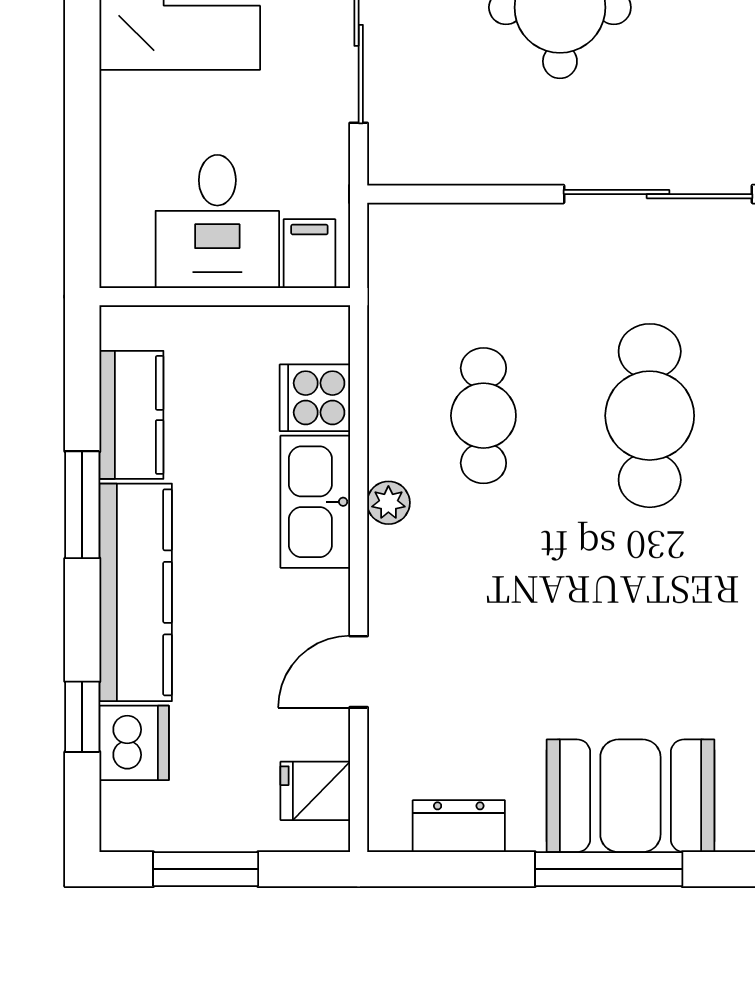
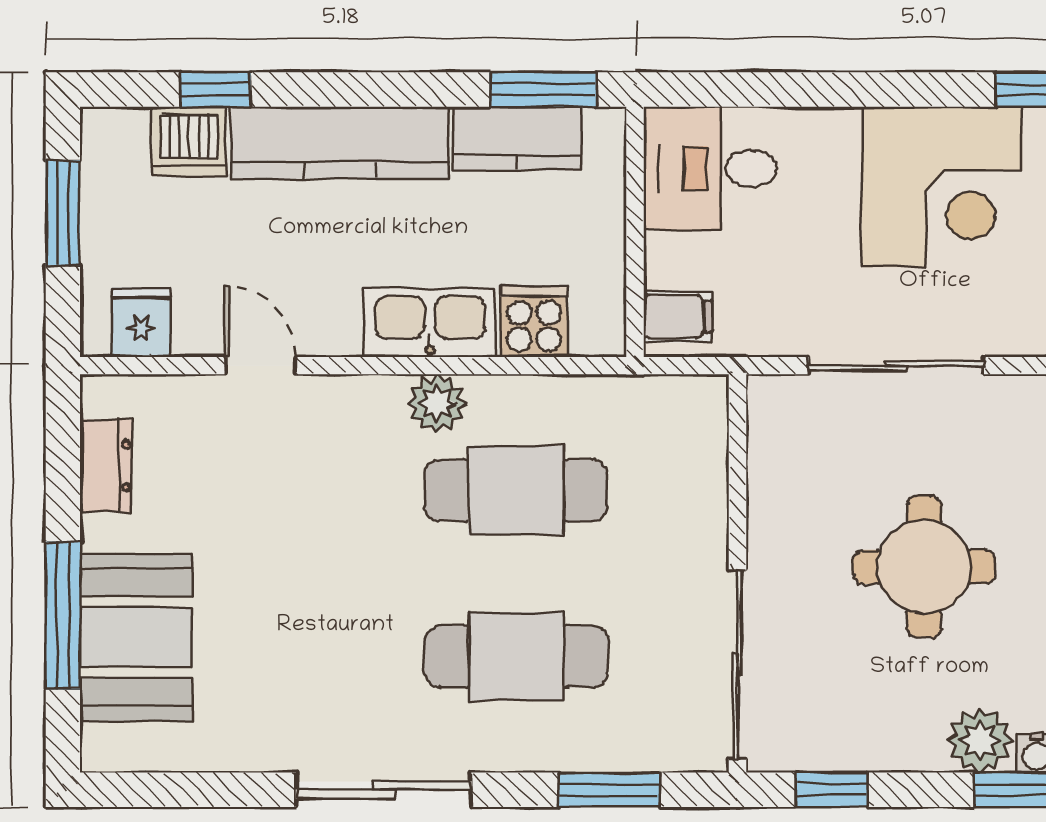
desk: (217, 221) -> (710, 168), moved
cafe table: (483, 416) -> (516, 490), width x1.37, depth x1.35
plant: (388, 503) -> (437, 403), width x1.38, depth x1.38
window: (82, 505) -> (543, 90), moved

